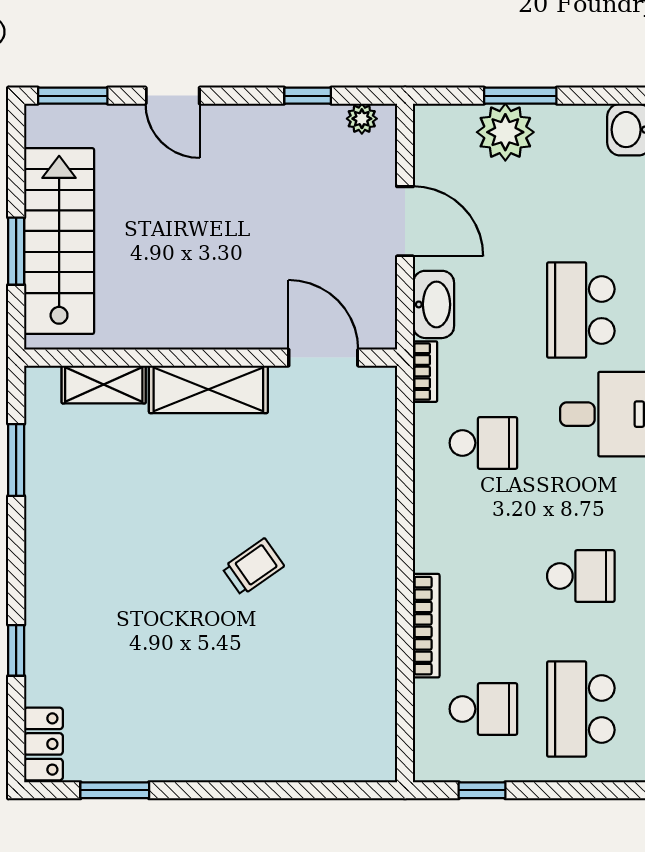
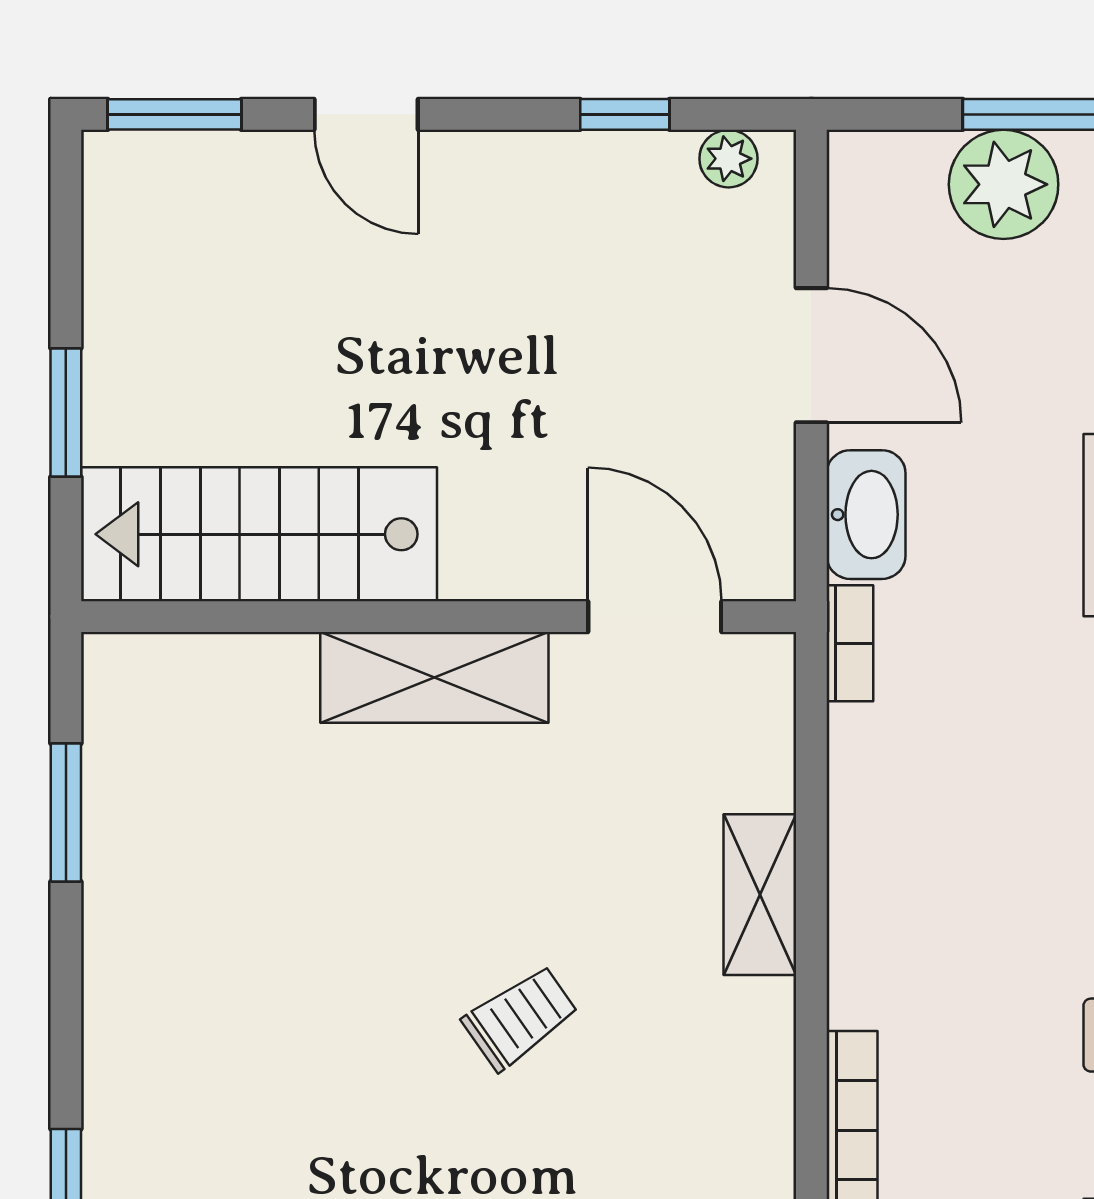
stairs: (59, 241) -> (259, 534), moved, turned -90
shelving: (104, 385) -> (760, 895), moved, turned 90
school desk: (483, 443) -> (961, 780), removed

